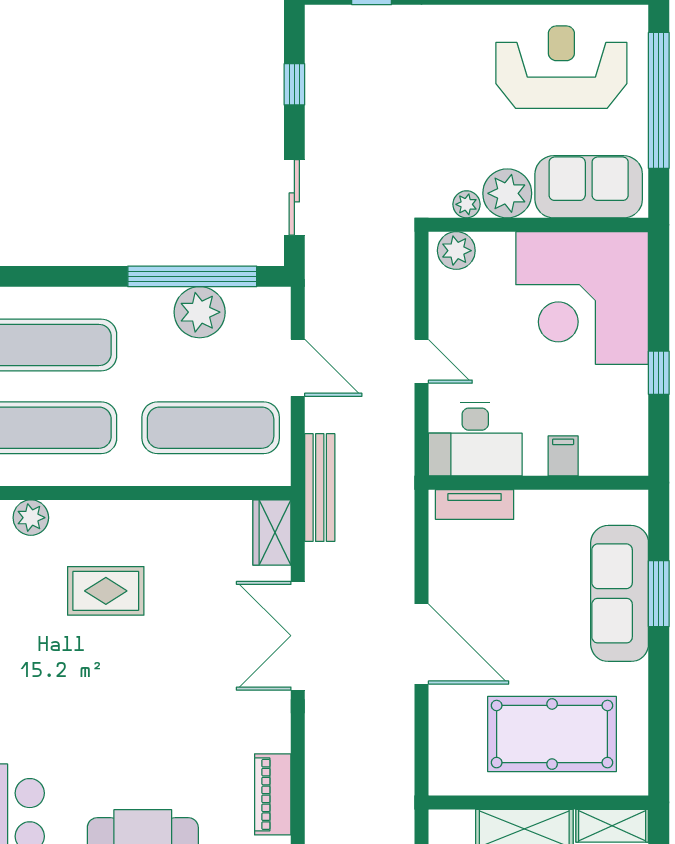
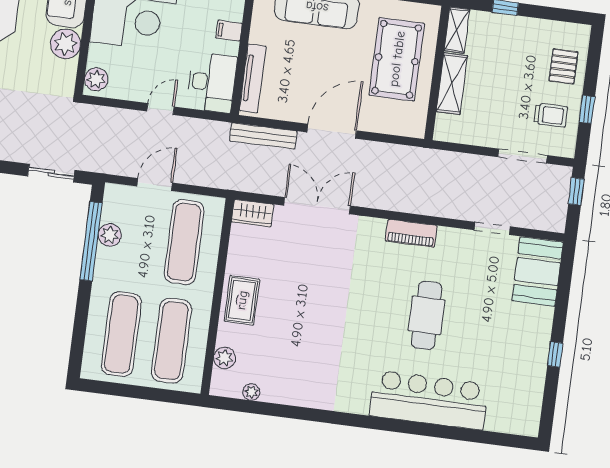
plant: (466, 204) -> (69, 69), removed
plant: (200, 312) -> (110, 235), width x0.73, depth x0.73
bench: (320, 488) -> (263, 136), moved
tv unit: (475, 504) -> (253, 78), width x1.41
rug: (106, 591) -> (242, 300), moved
double door: (298, 636) -> (317, 206), swing flipped

